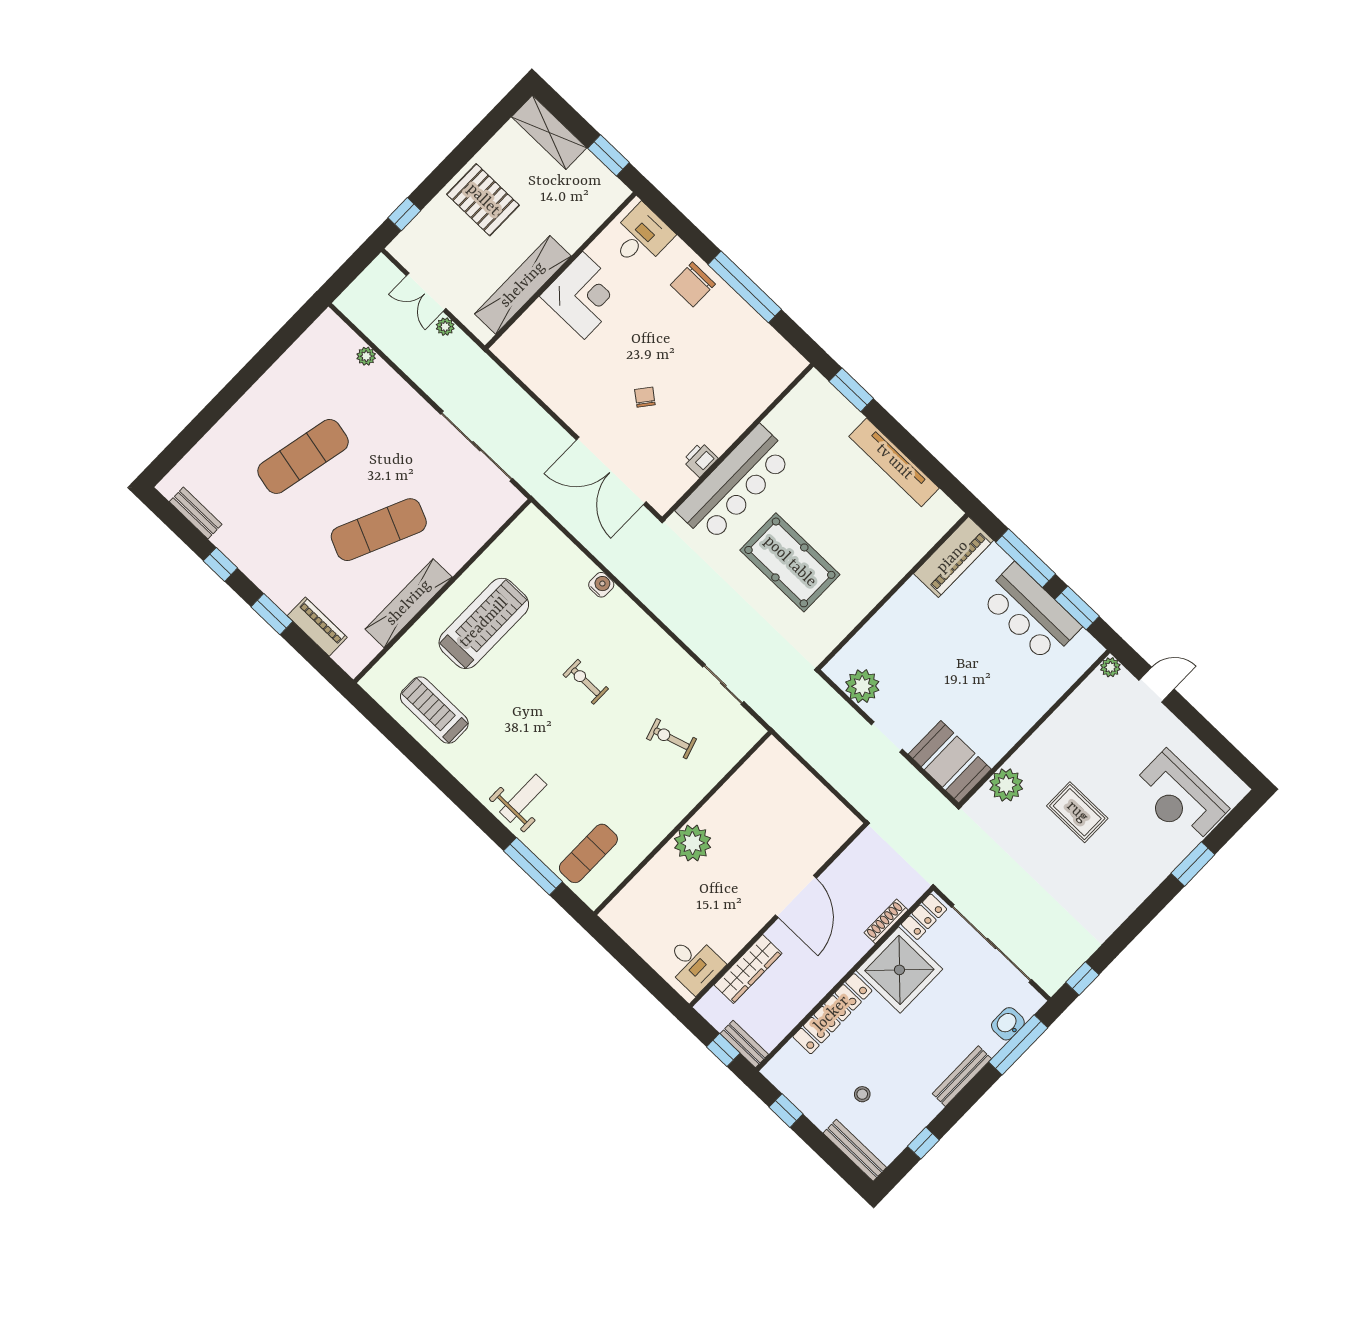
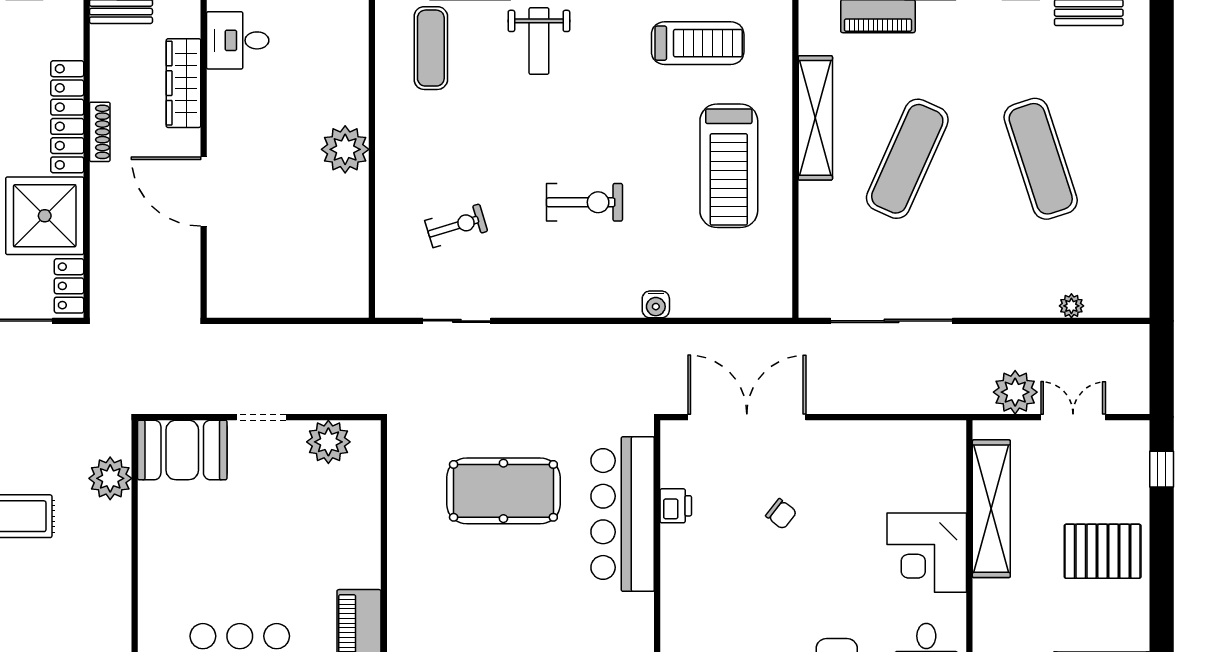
plant: (445, 327) -> (1015, 392), width x1.87, depth x1.87
exercise mat: (303, 456) -> (1041, 159), turned -30
exercise bike: (586, 682) -> (584, 202), width x1.38, depth x1.39
shoe rack: (886, 921) -> (100, 132), moved

